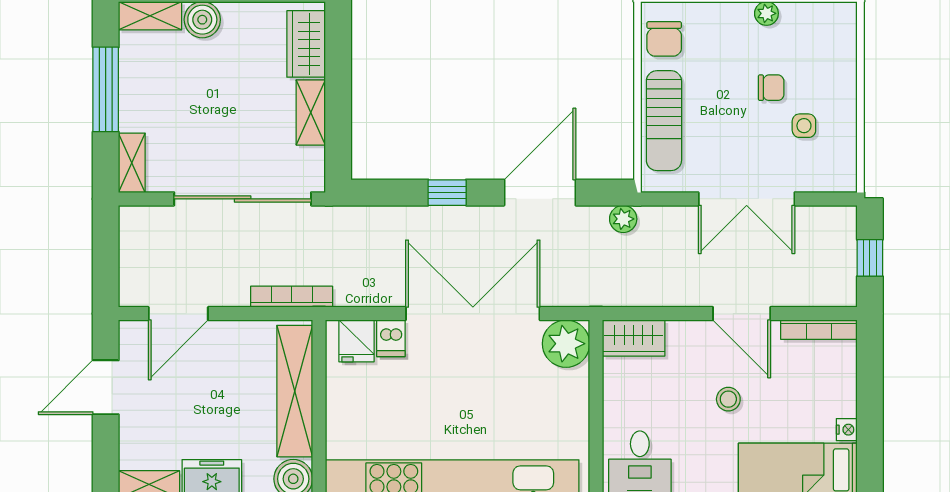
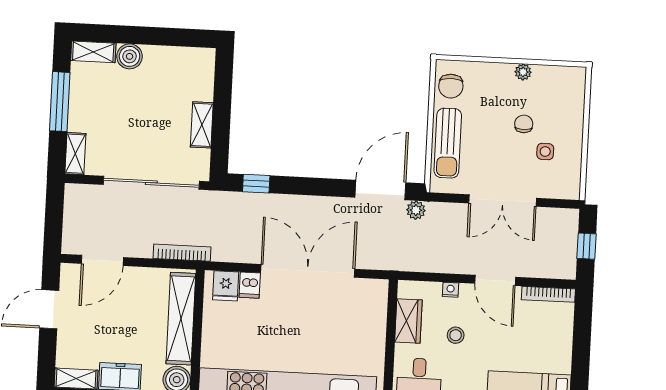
wardrobe: (306, 44) -> (201, 77), removed
chair: (771, 88) -> (524, 124), turned -90
window: (447, 193) -> (256, 184), moved
door: (540, 193) -> (380, 190), moved
wardrobe: (634, 338) -> (408, 321), moved, turned -90
plant: (566, 344) -> (372, 295), removed
stool: (728, 399) -> (456, 335), moved
nightstand: (847, 430) -> (450, 290), moved, turned -90

